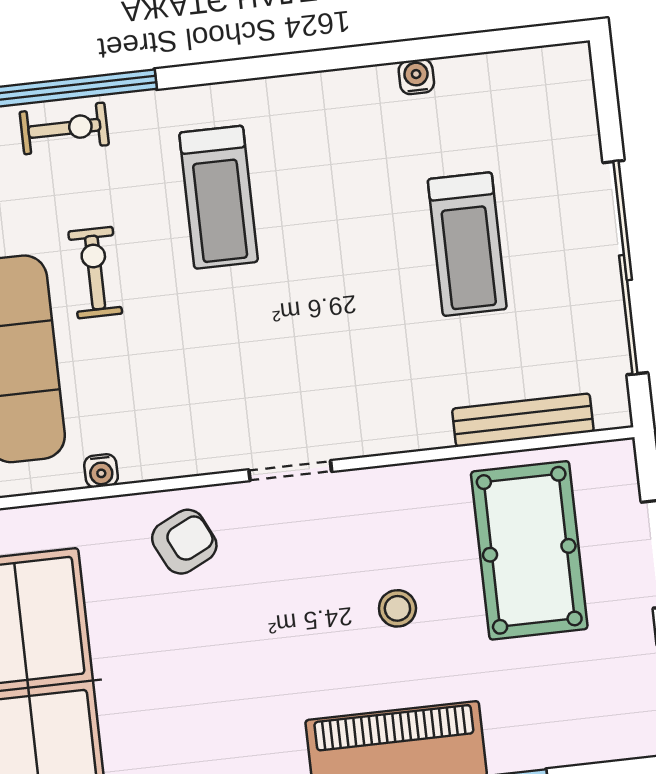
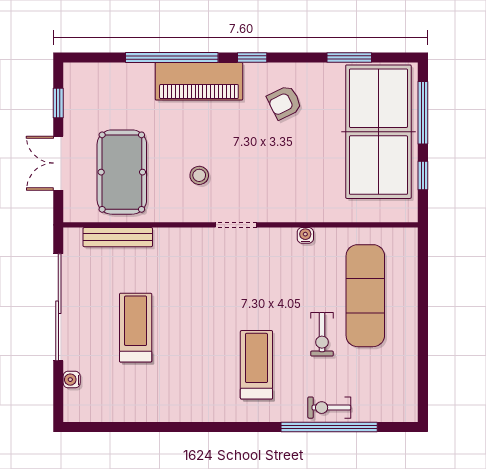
water cooler: (416, 77) -> (72, 380), moved, turned 90
water cooler: (101, 471) -> (305, 235), moved
armchair: (184, 542) -> (284, 102), moved
stool: (397, 608) -> (199, 175), moved

